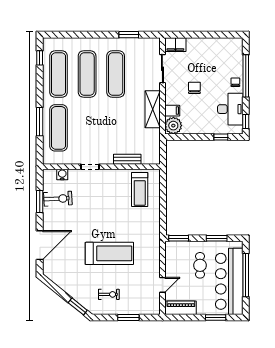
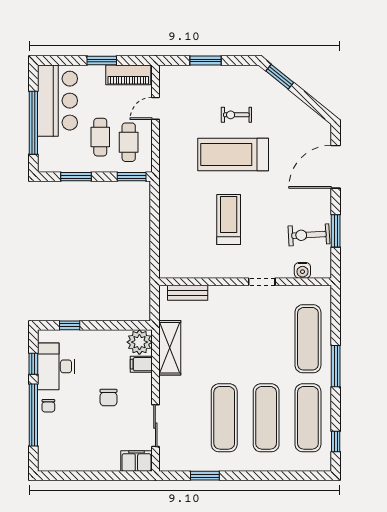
shelving: (153, 109) -> (170, 348), moved
window: (40, 122) -> (336, 366), moved
window: (246, 122) -> (33, 364), moved
bench: (127, 159) -> (188, 293), moved
treadmill: (140, 190) -> (229, 220), moved
cafe table: (181, 262) -> (129, 142), added
bar counter: (229, 281) -> (57, 101), width x0.73
exercise bike: (109, 294) -> (236, 115), moved
window: (216, 317) -> (102, 61), moved

